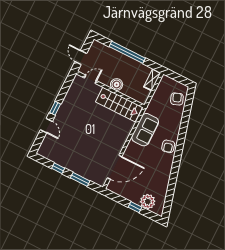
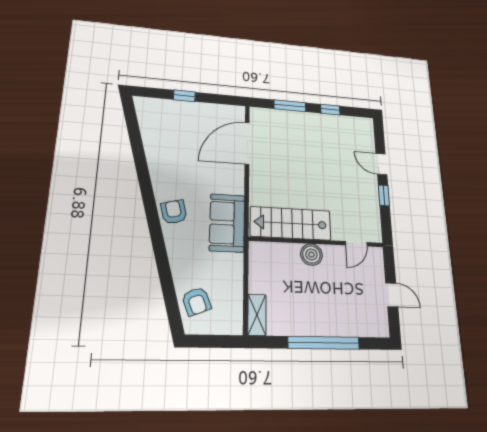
door: (90, 79) -> (356, 244), moved
boiler: (117, 85) -> (311, 255), moved
wall: (110, 89) -> (317, 242), moved
stairs: (119, 105) -> (291, 223), moved
plant: (148, 202) -> (167, 111), removed

